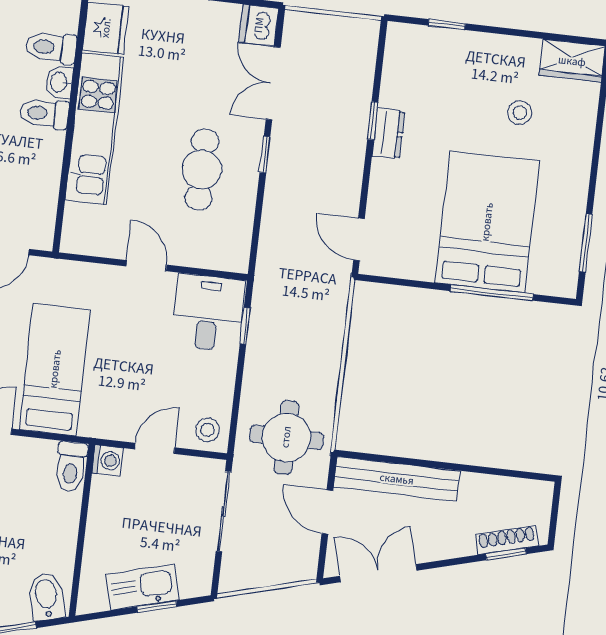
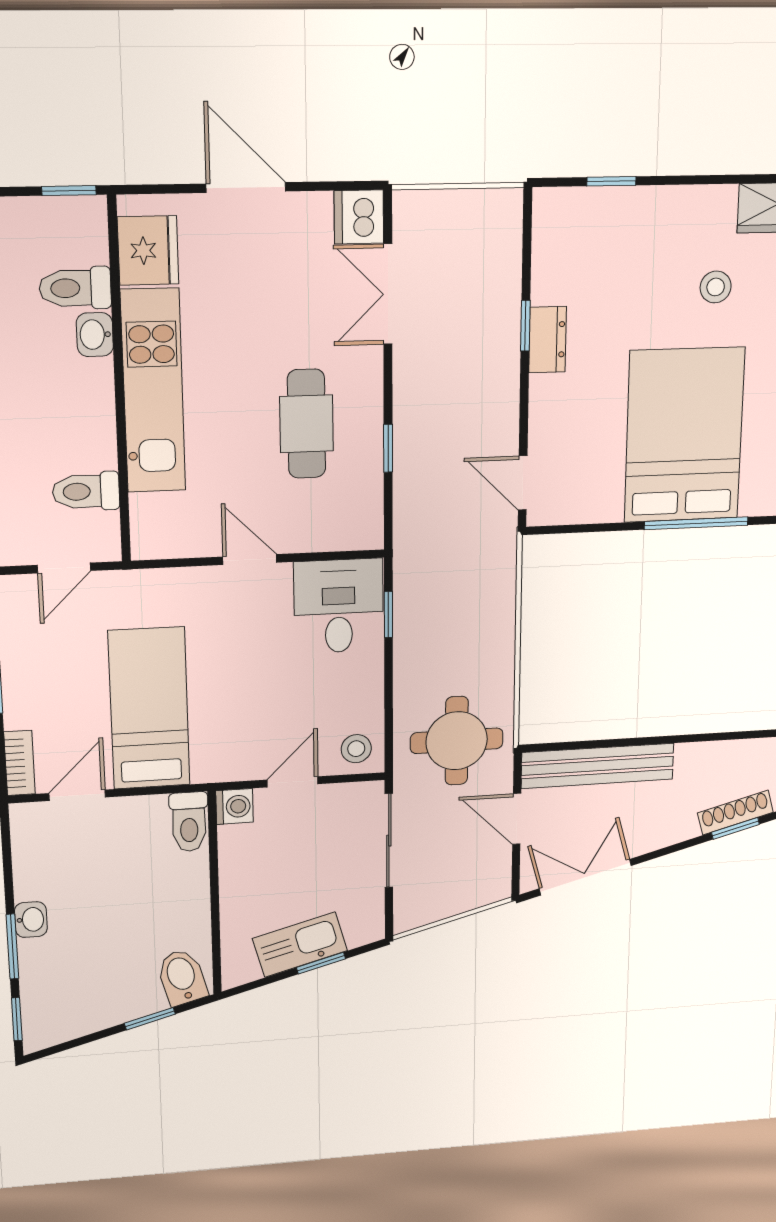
toilet: (44, 114) -> (86, 491), moved
window: (265, 155) -> (388, 448), moved

